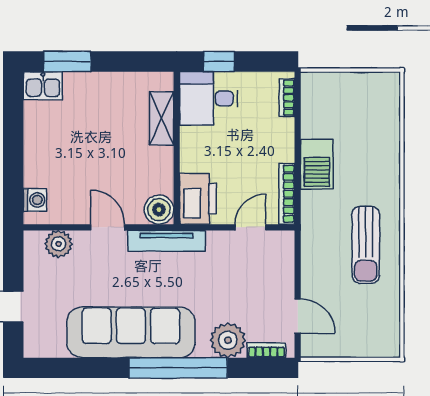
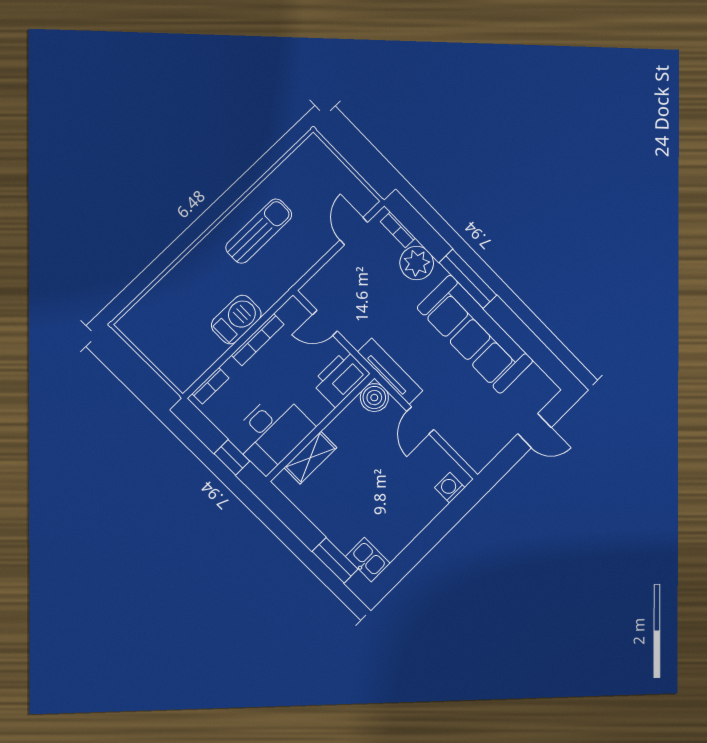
desk: (209, 98) -> (272, 432), width x1.37
bookcase: (287, 194) -> (258, 340), moved
plant: (59, 244) -> (464, 442), removed
window: (178, 368) -> (468, 279), width x0.68

